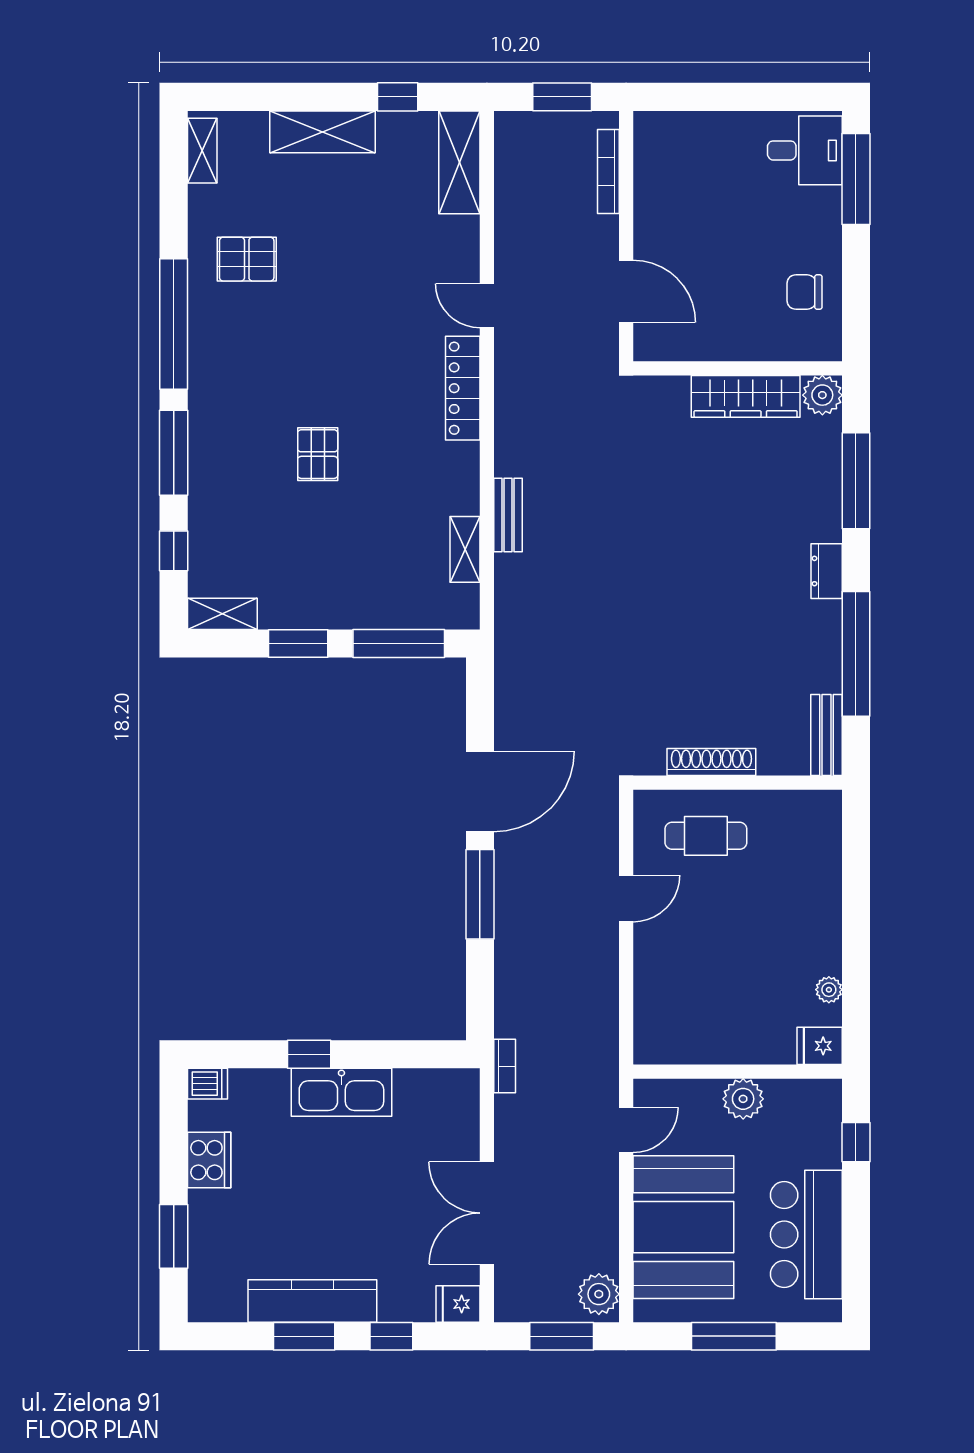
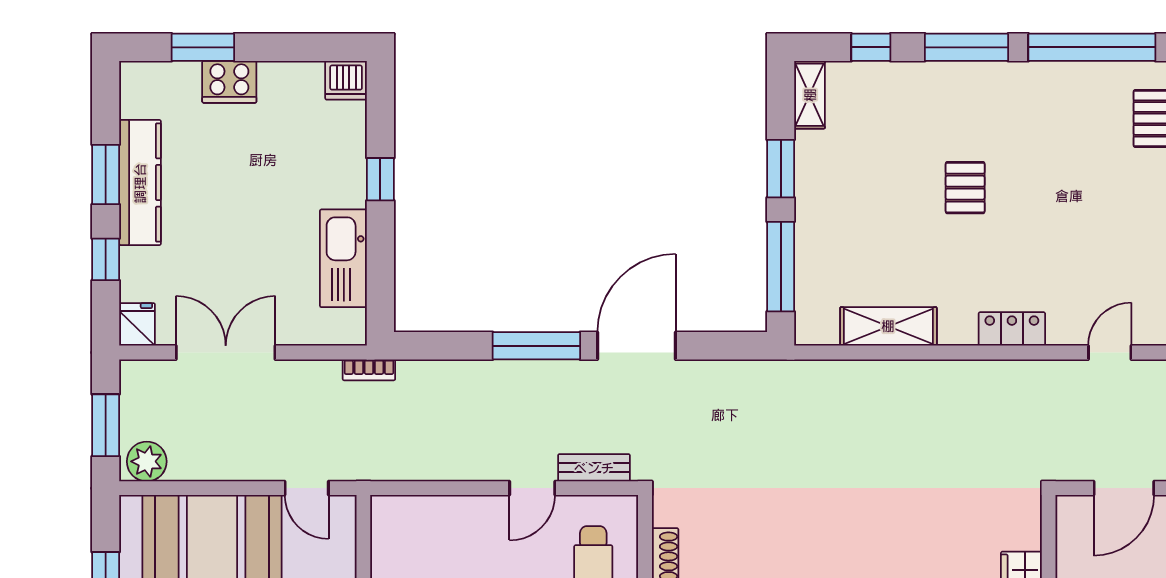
locker: (463, 388) -> (1012, 329), width x0.66
pallet: (318, 454) -> (965, 188), turned 90
bench: (508, 515) -> (594, 468), moved
shelving: (465, 549) -> (888, 326), width x1.50, depth x1.33
door: (480, 791) -> (637, 346), swing flipped
door: (626, 898) -> (532, 488), hinge flipped
dishwasher: (207, 1084) -> (346, 80), width x1.38
kitchen sink: (341, 1092) -> (343, 258), moved
cooker: (209, 1160) -> (229, 82), moved

